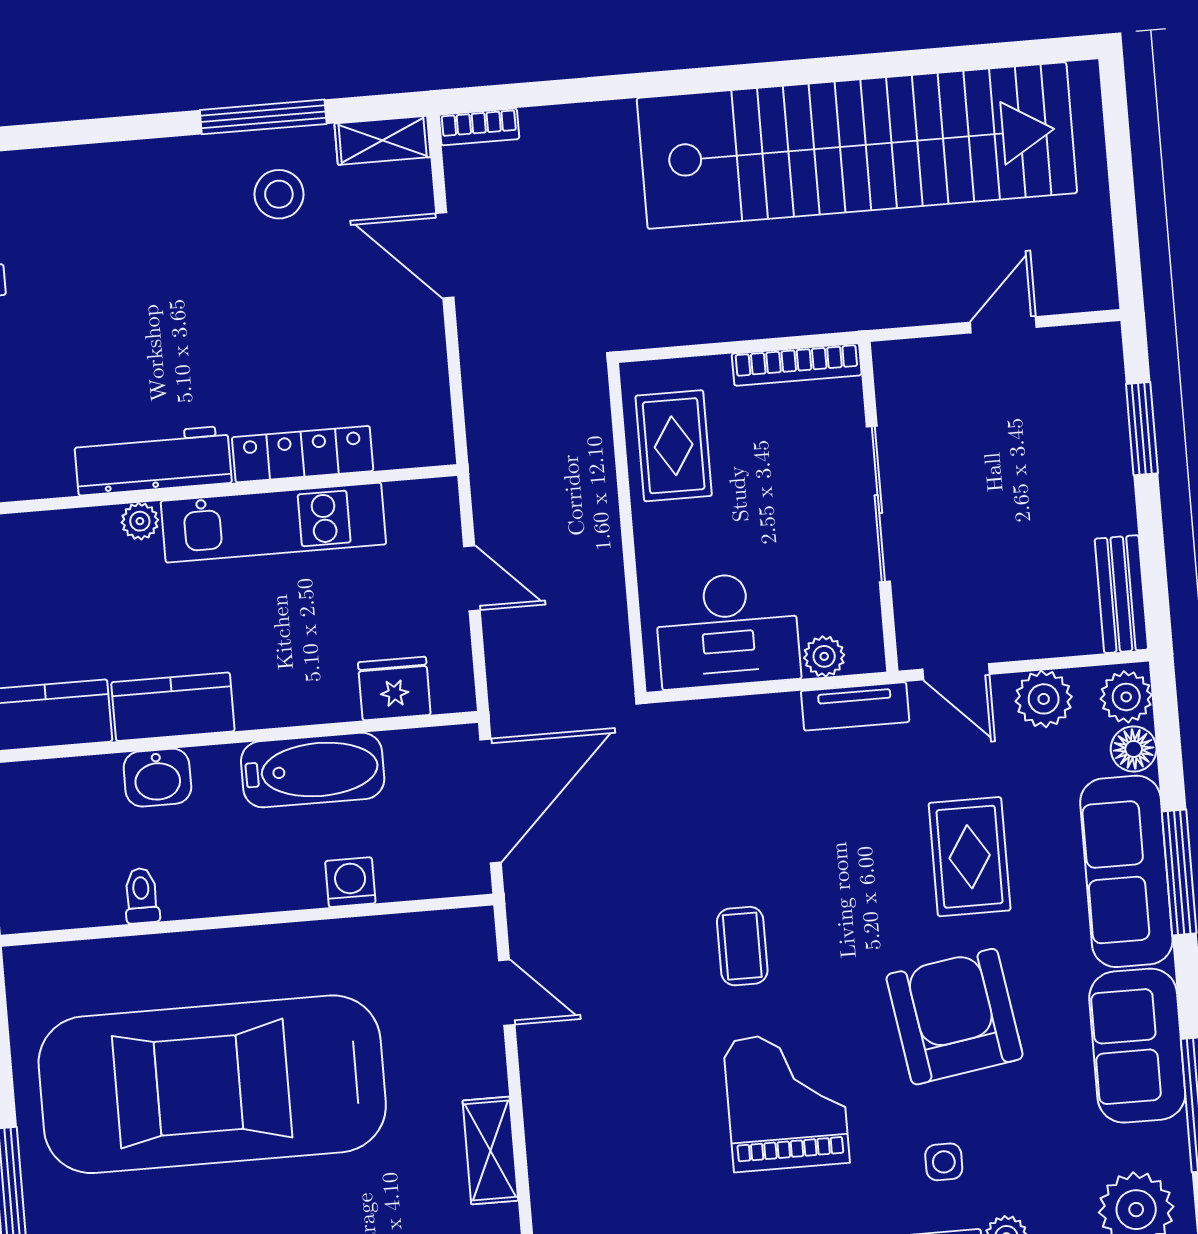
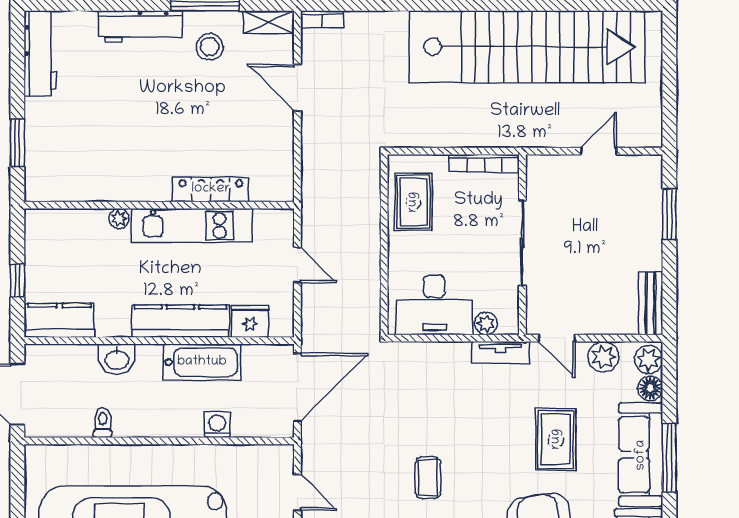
workbench: (153, 461) -> (140, 26), moved, turned 180
kitchen counter: (173, 707) -> (180, 321), moved, width x1.50

